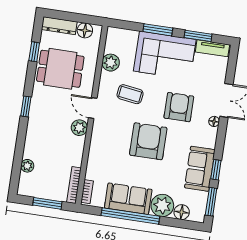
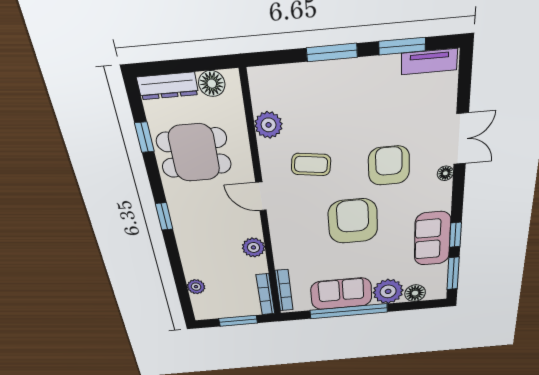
corner sofa: (165, 55) -> (352, 93), removed
plant: (79, 128) -> (253, 247), moved
bookcase: (87, 192) -> (284, 290), width x1.56

